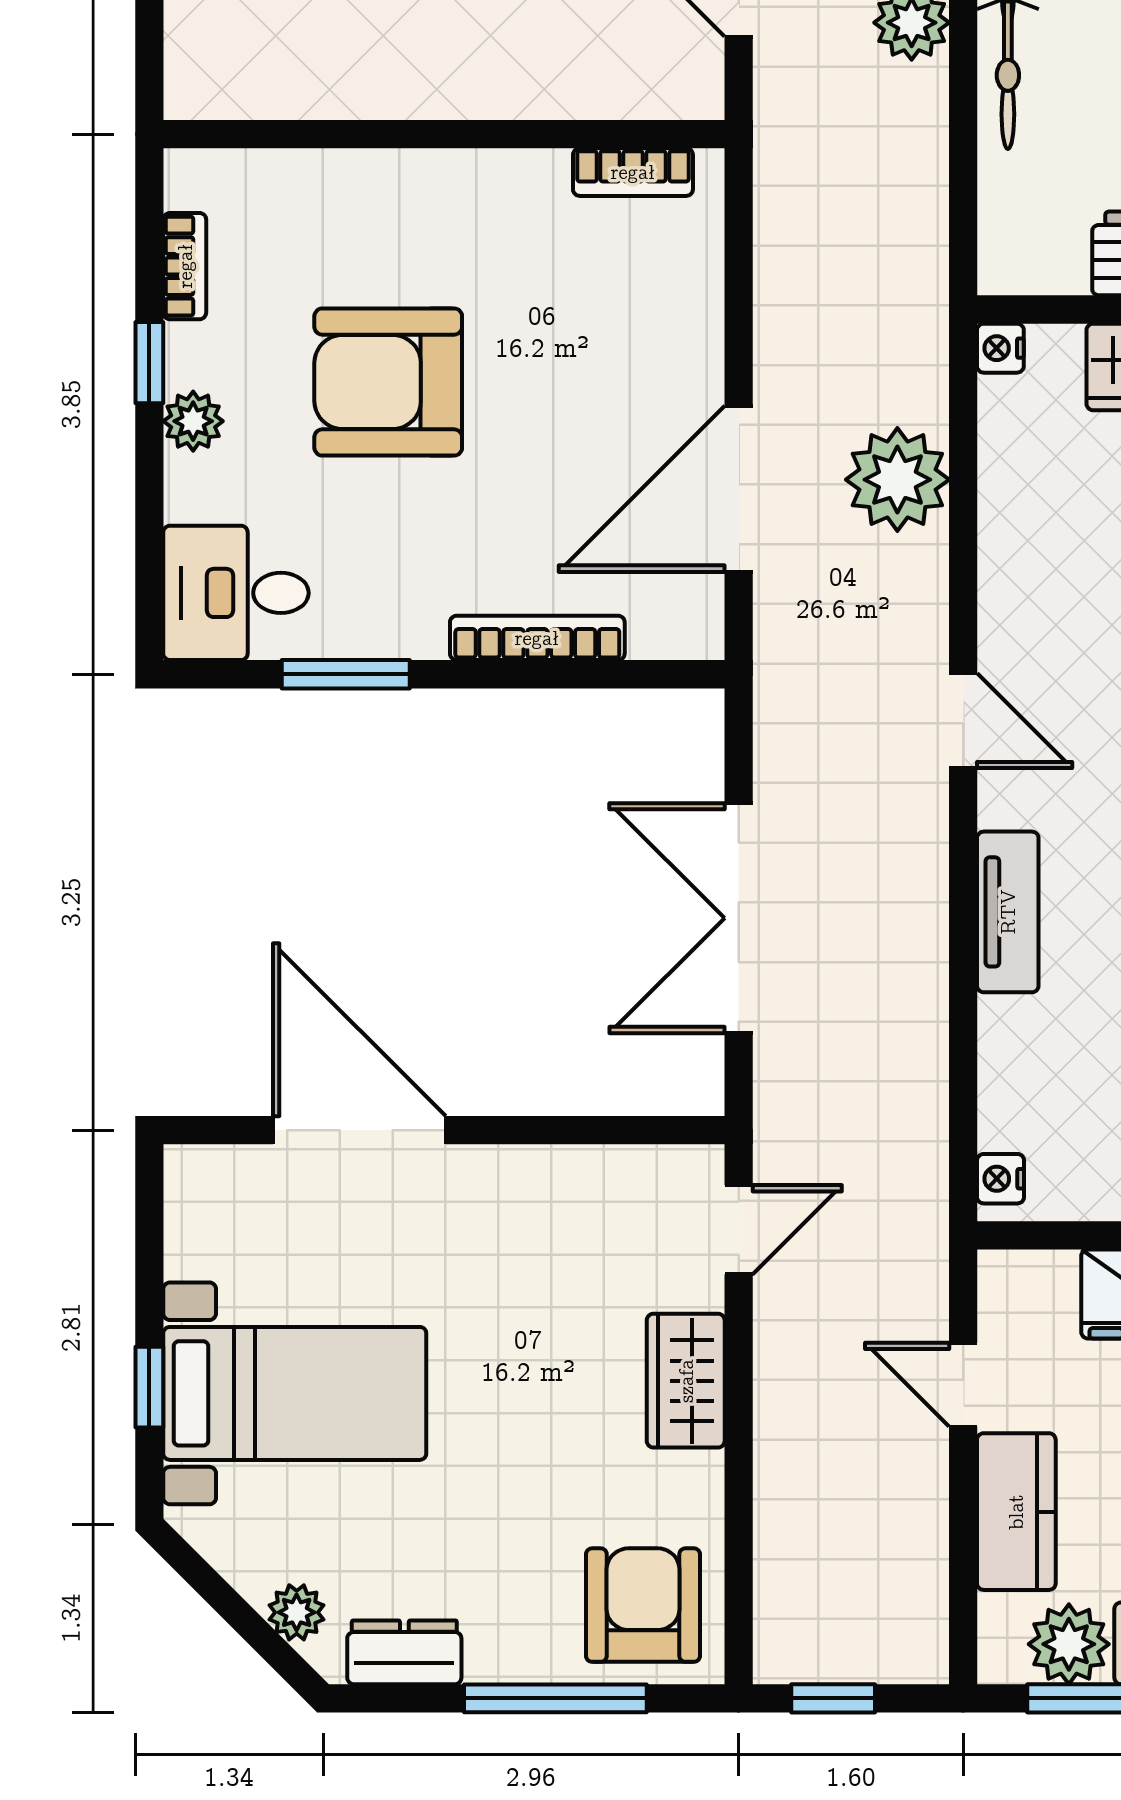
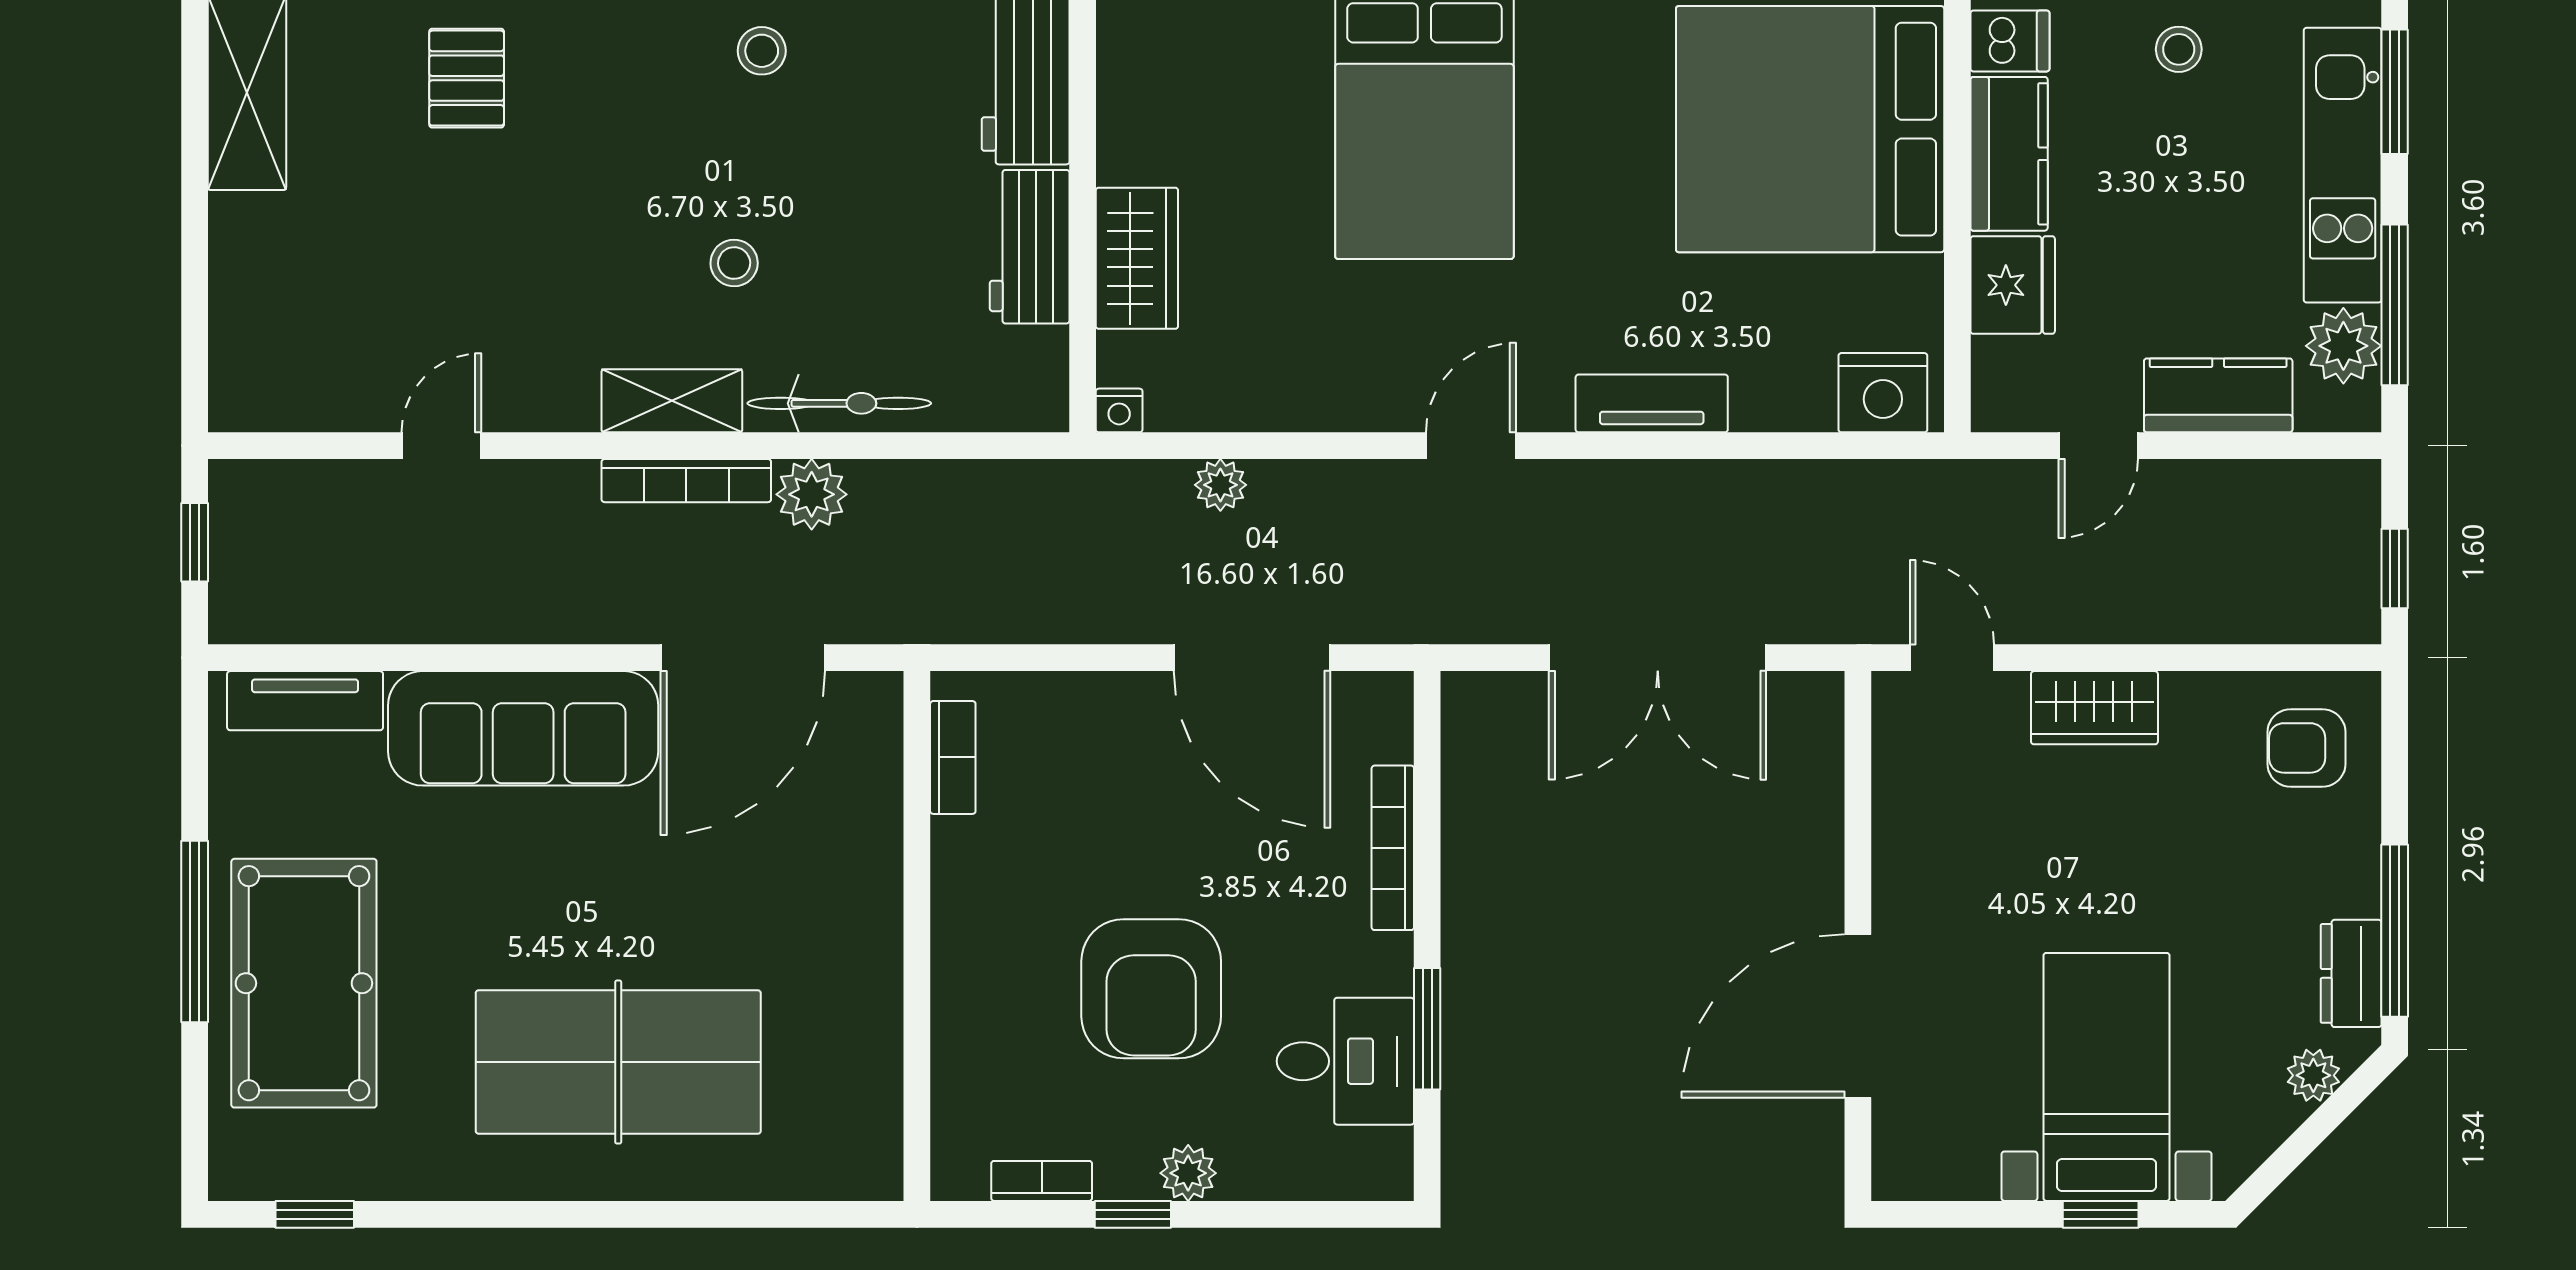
plant: (897, 480) -> (1220, 485), width x0.53, depth x0.53
desk: (236, 593) -> (1345, 1061), moved, turned -90
nightstand: (1001, 1179) -> (1883, 393), width x1.89, depth x1.79
armchair: (643, 1605) -> (2306, 748), width x0.72, depth x0.72
window: (555, 1698) -> (2395, 931), moved

